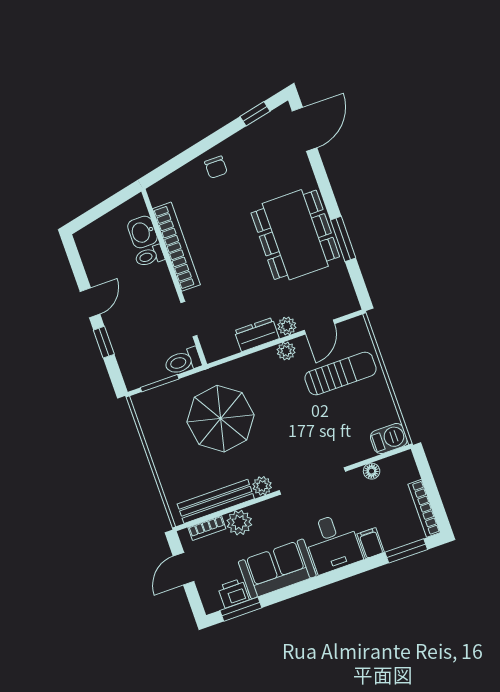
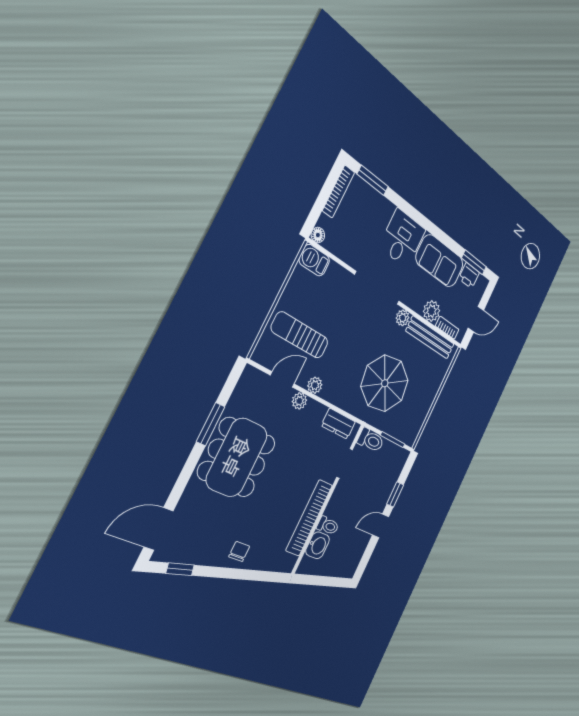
dresser: (257, 335) -> (338, 424), moved
floor lamp: (372, 471) -> (318, 235), moved
filing cabinet: (371, 543) -> (385, 211), removed

